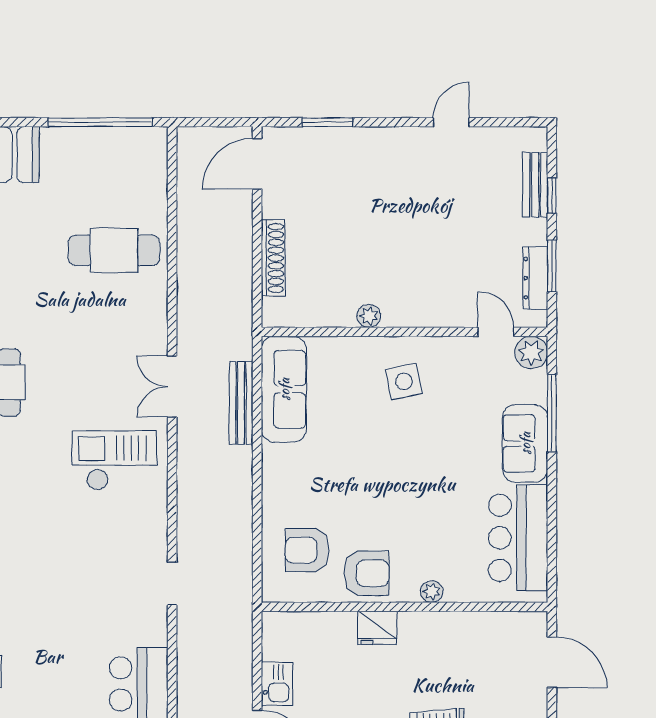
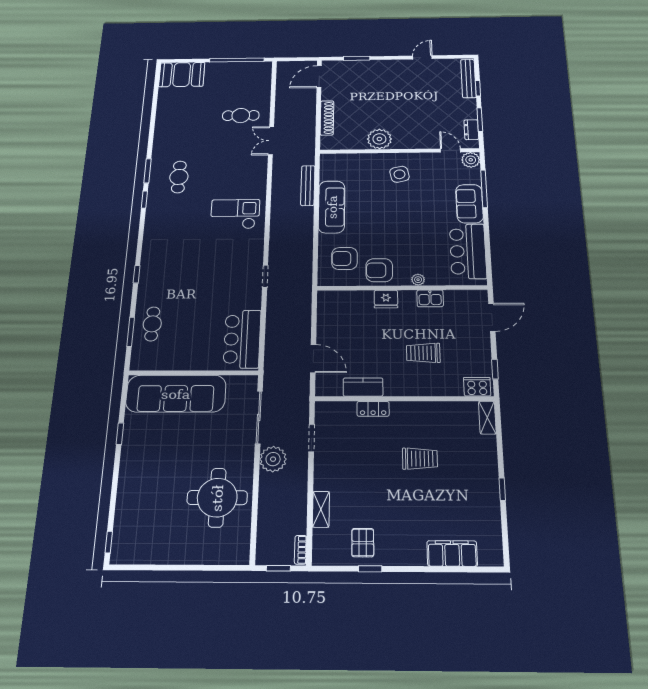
bench: (535, 185) -> (468, 78), width x1.36
cafe table: (114, 250) -> (241, 116), width x0.73, depth x0.74
dresser: (535, 278) -> (471, 130), width x0.70
plant: (369, 316) -> (379, 139), width x1.88, depth x1.88
double door: (172, 387) -> (271, 141), moved
sofa: (284, 389) -> (332, 207), moved
armchair: (366, 573) -> (379, 270), turned 180
door: (552, 662) -> (492, 317), hinge flipped
kitchen sink: (277, 684) -> (430, 298), moved, turned 90

